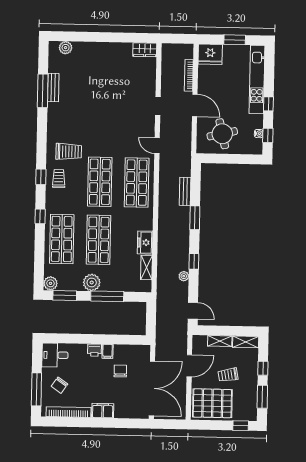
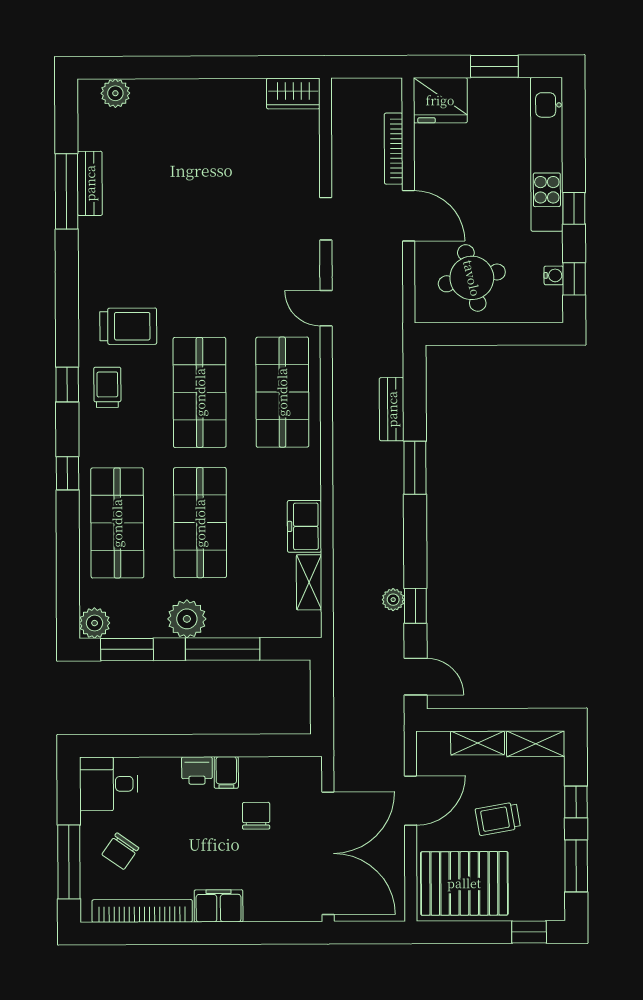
window: (194, 261) -> (415, 606), moved

